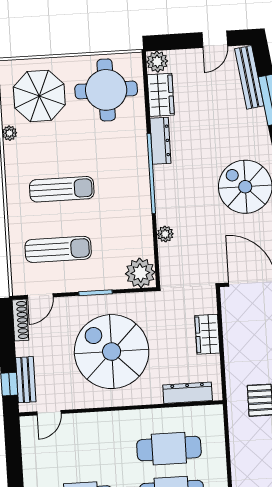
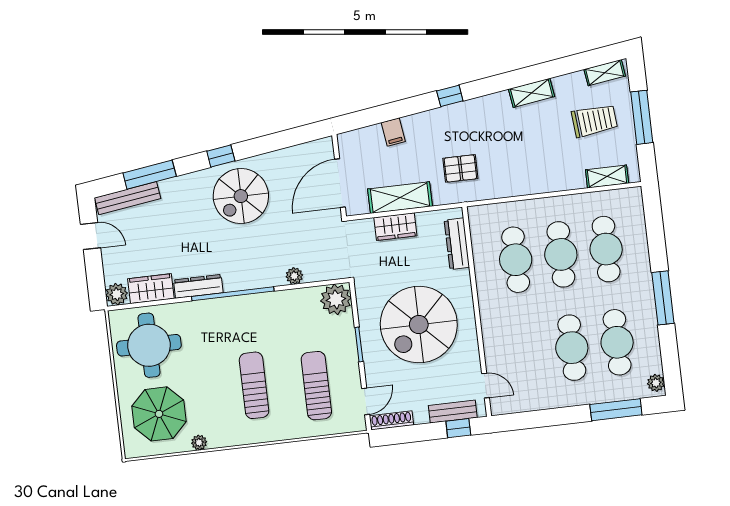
door: (40, 296) -> (366, 401), hinge flipped
shelving: (235, 340) -> (400, 198), added

